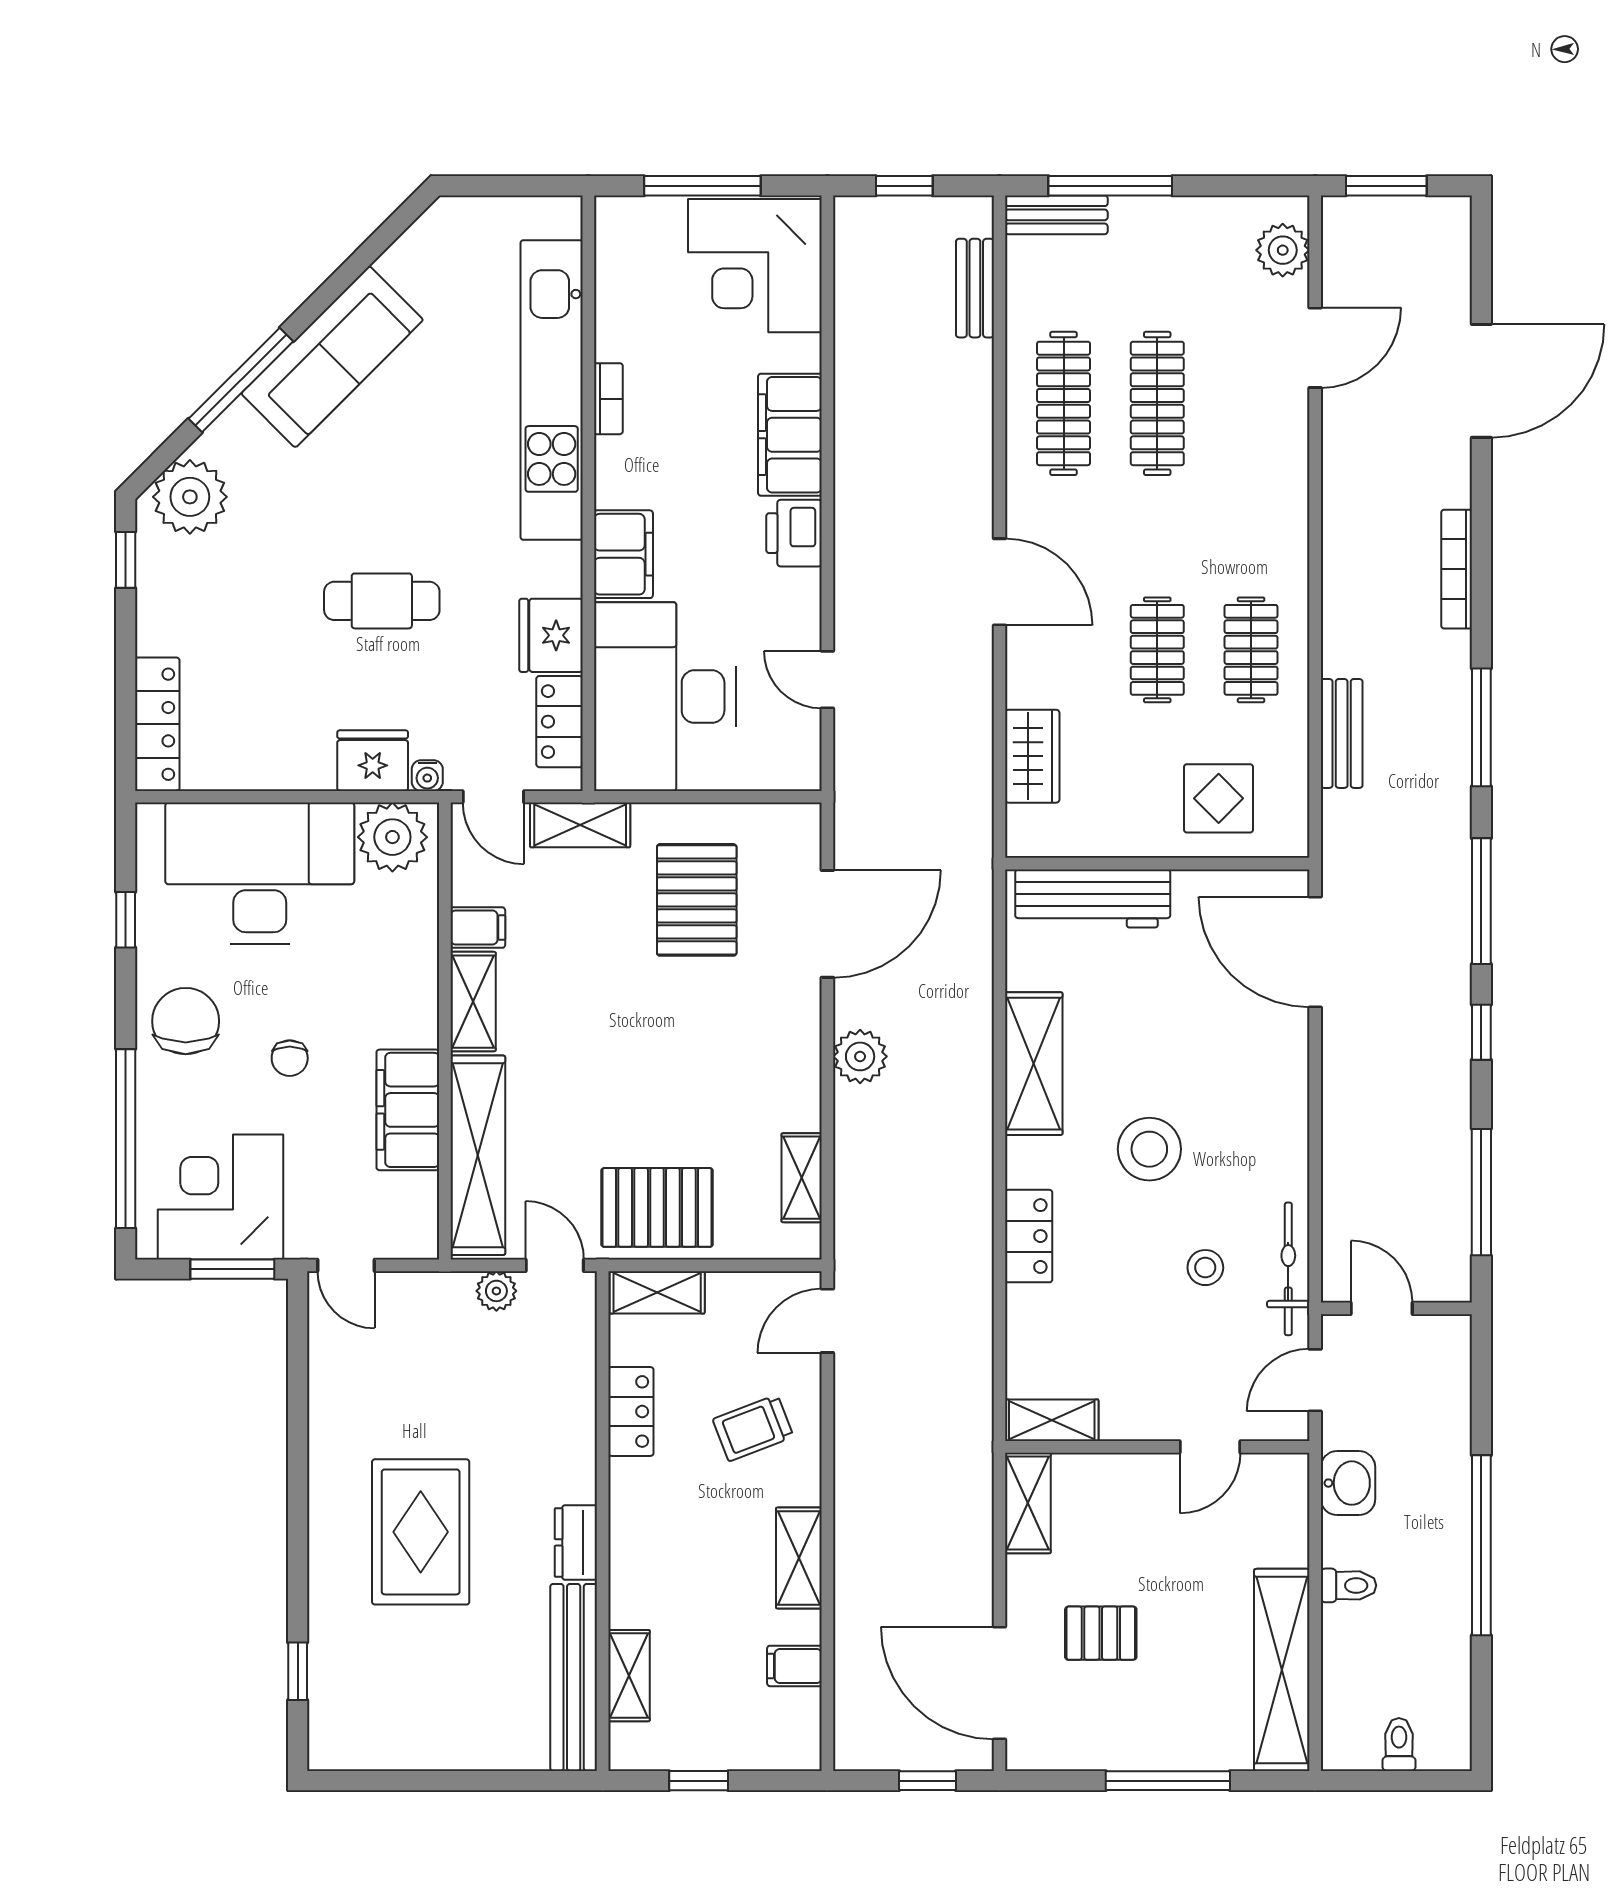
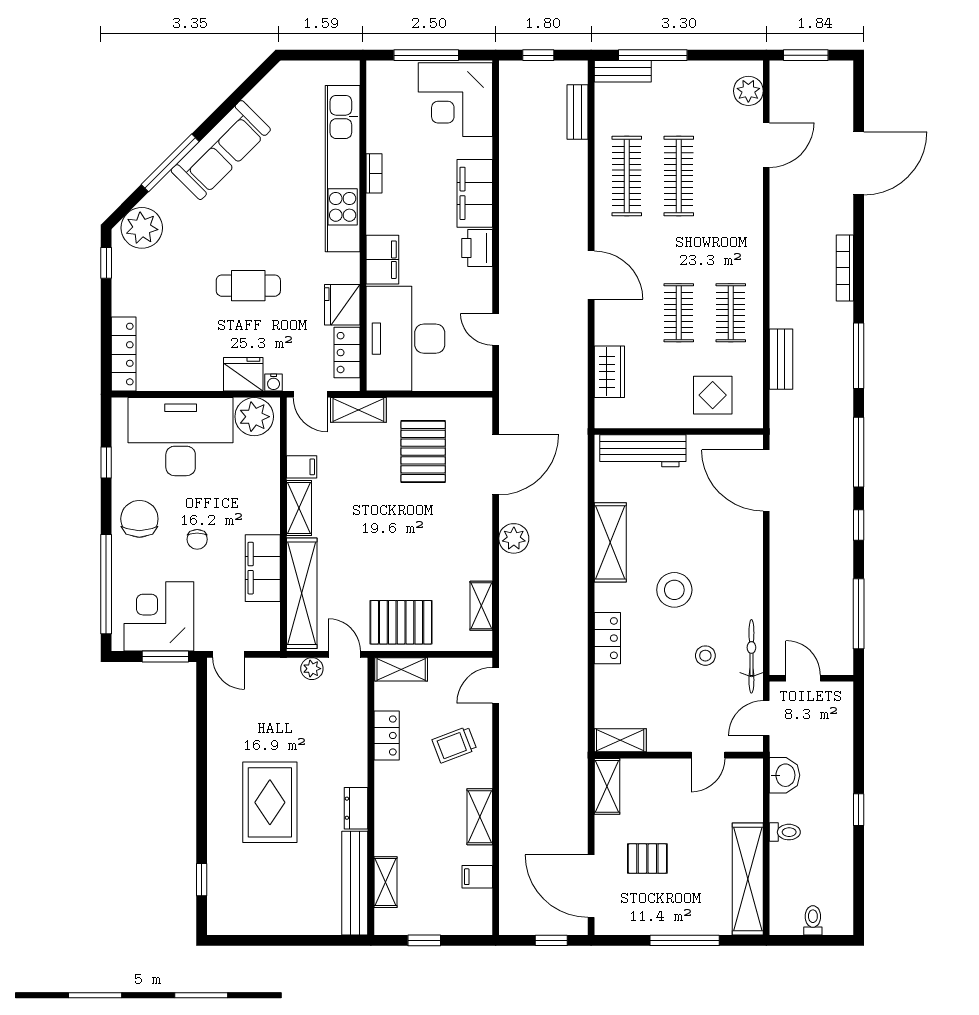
window: (1481, 1545) -> (859, 810), width x0.32

